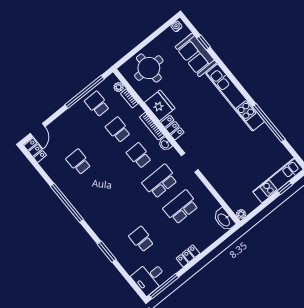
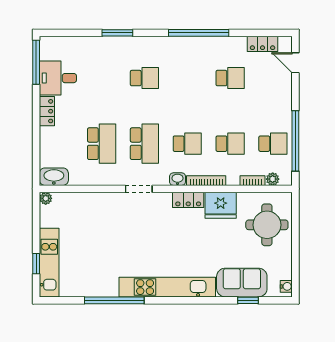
locker: (35, 150) -> (263, 44), moved
school desk: (141, 239) -> (144, 78), moved
desk: (149, 278) -> (58, 78), moved, turned -90

